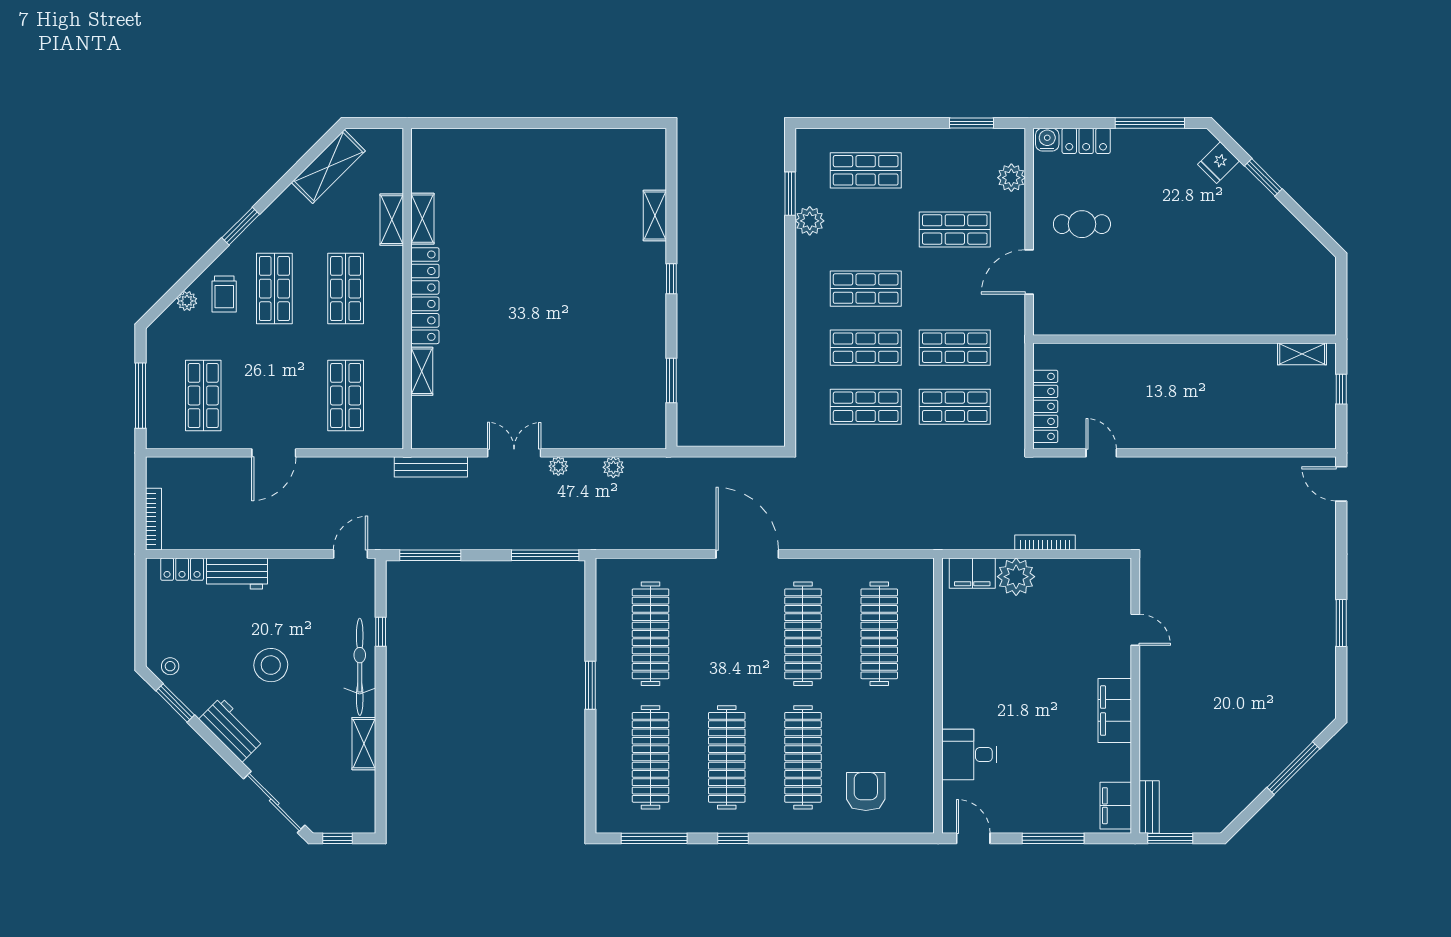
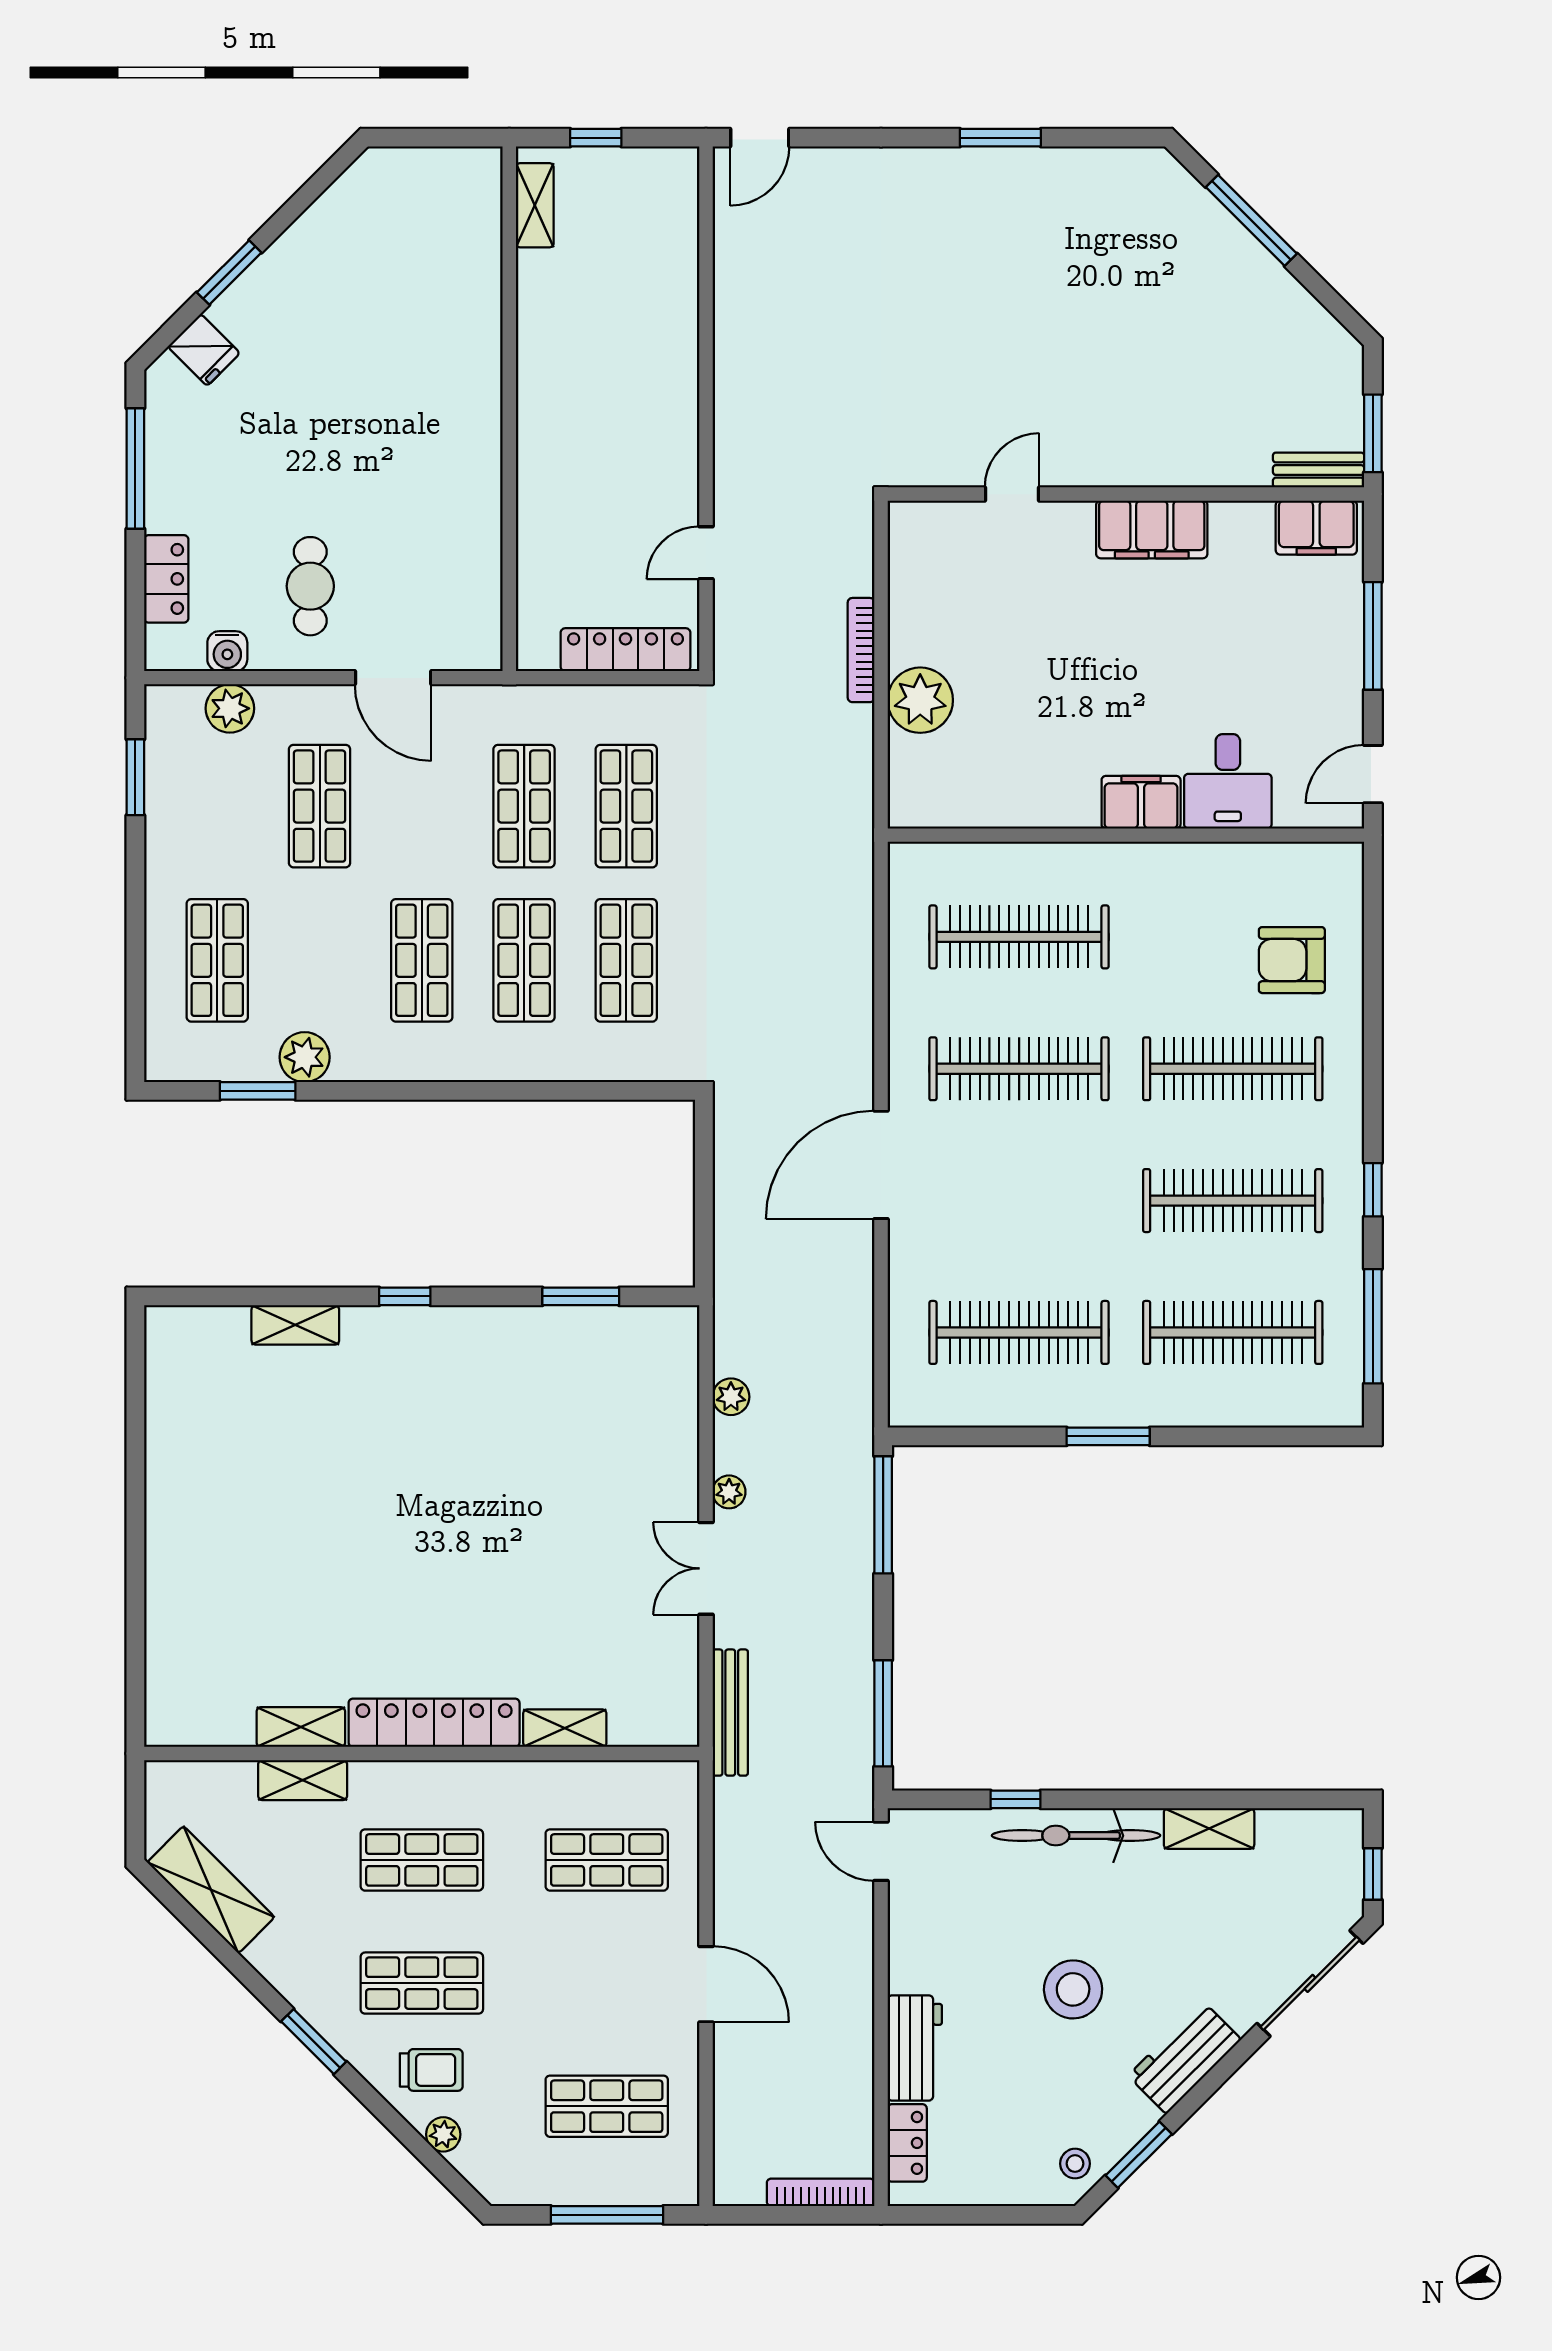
water cooler: (1047, 140) -> (227, 651), moved, turned -90
filing cabinet: (972, 573) -> (1141, 802), moved, turned -90

